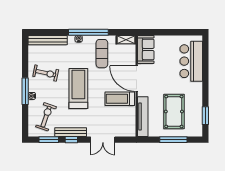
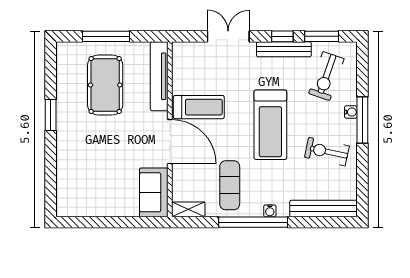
bar counter: (191, 61) -> (75, 172), removed
window: (205, 116) -> (51, 115), moved

